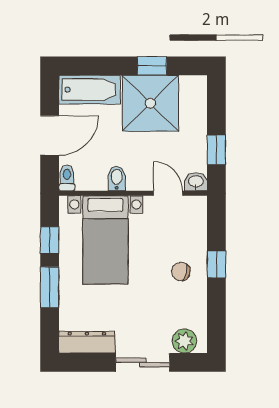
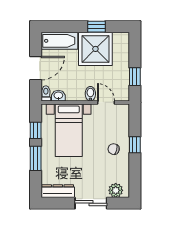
bidet: (117, 179) -> (90, 94), moved
washbasin: (196, 182) -> (58, 96), moved

